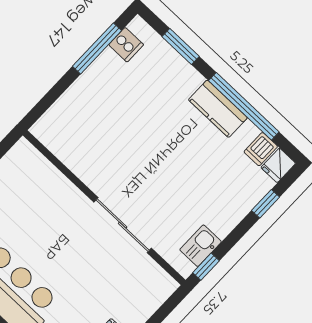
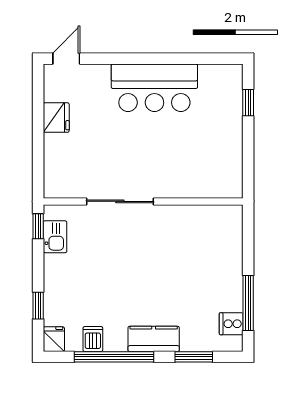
kitchen counter: (218, 109) -> (154, 339), moved
dishwasher: (261, 149) -> (93, 339), moved

